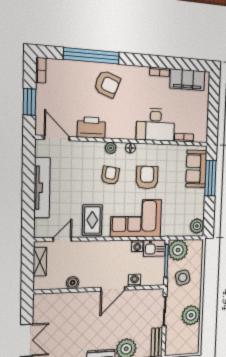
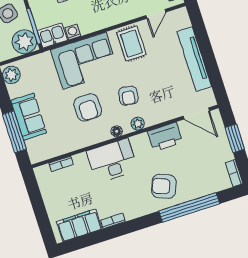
desk: (155, 125) -> (112, 161), moved
sofa: (196, 169) -> (29, 117), moved

